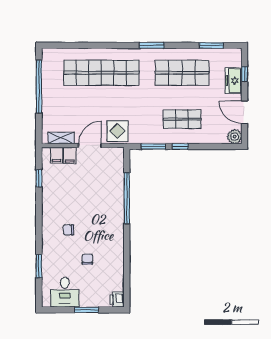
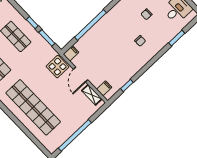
door: (90, 145) -> (81, 75), hinge flipped
filing cabinet: (70, 155) -> (71, 53), moved

